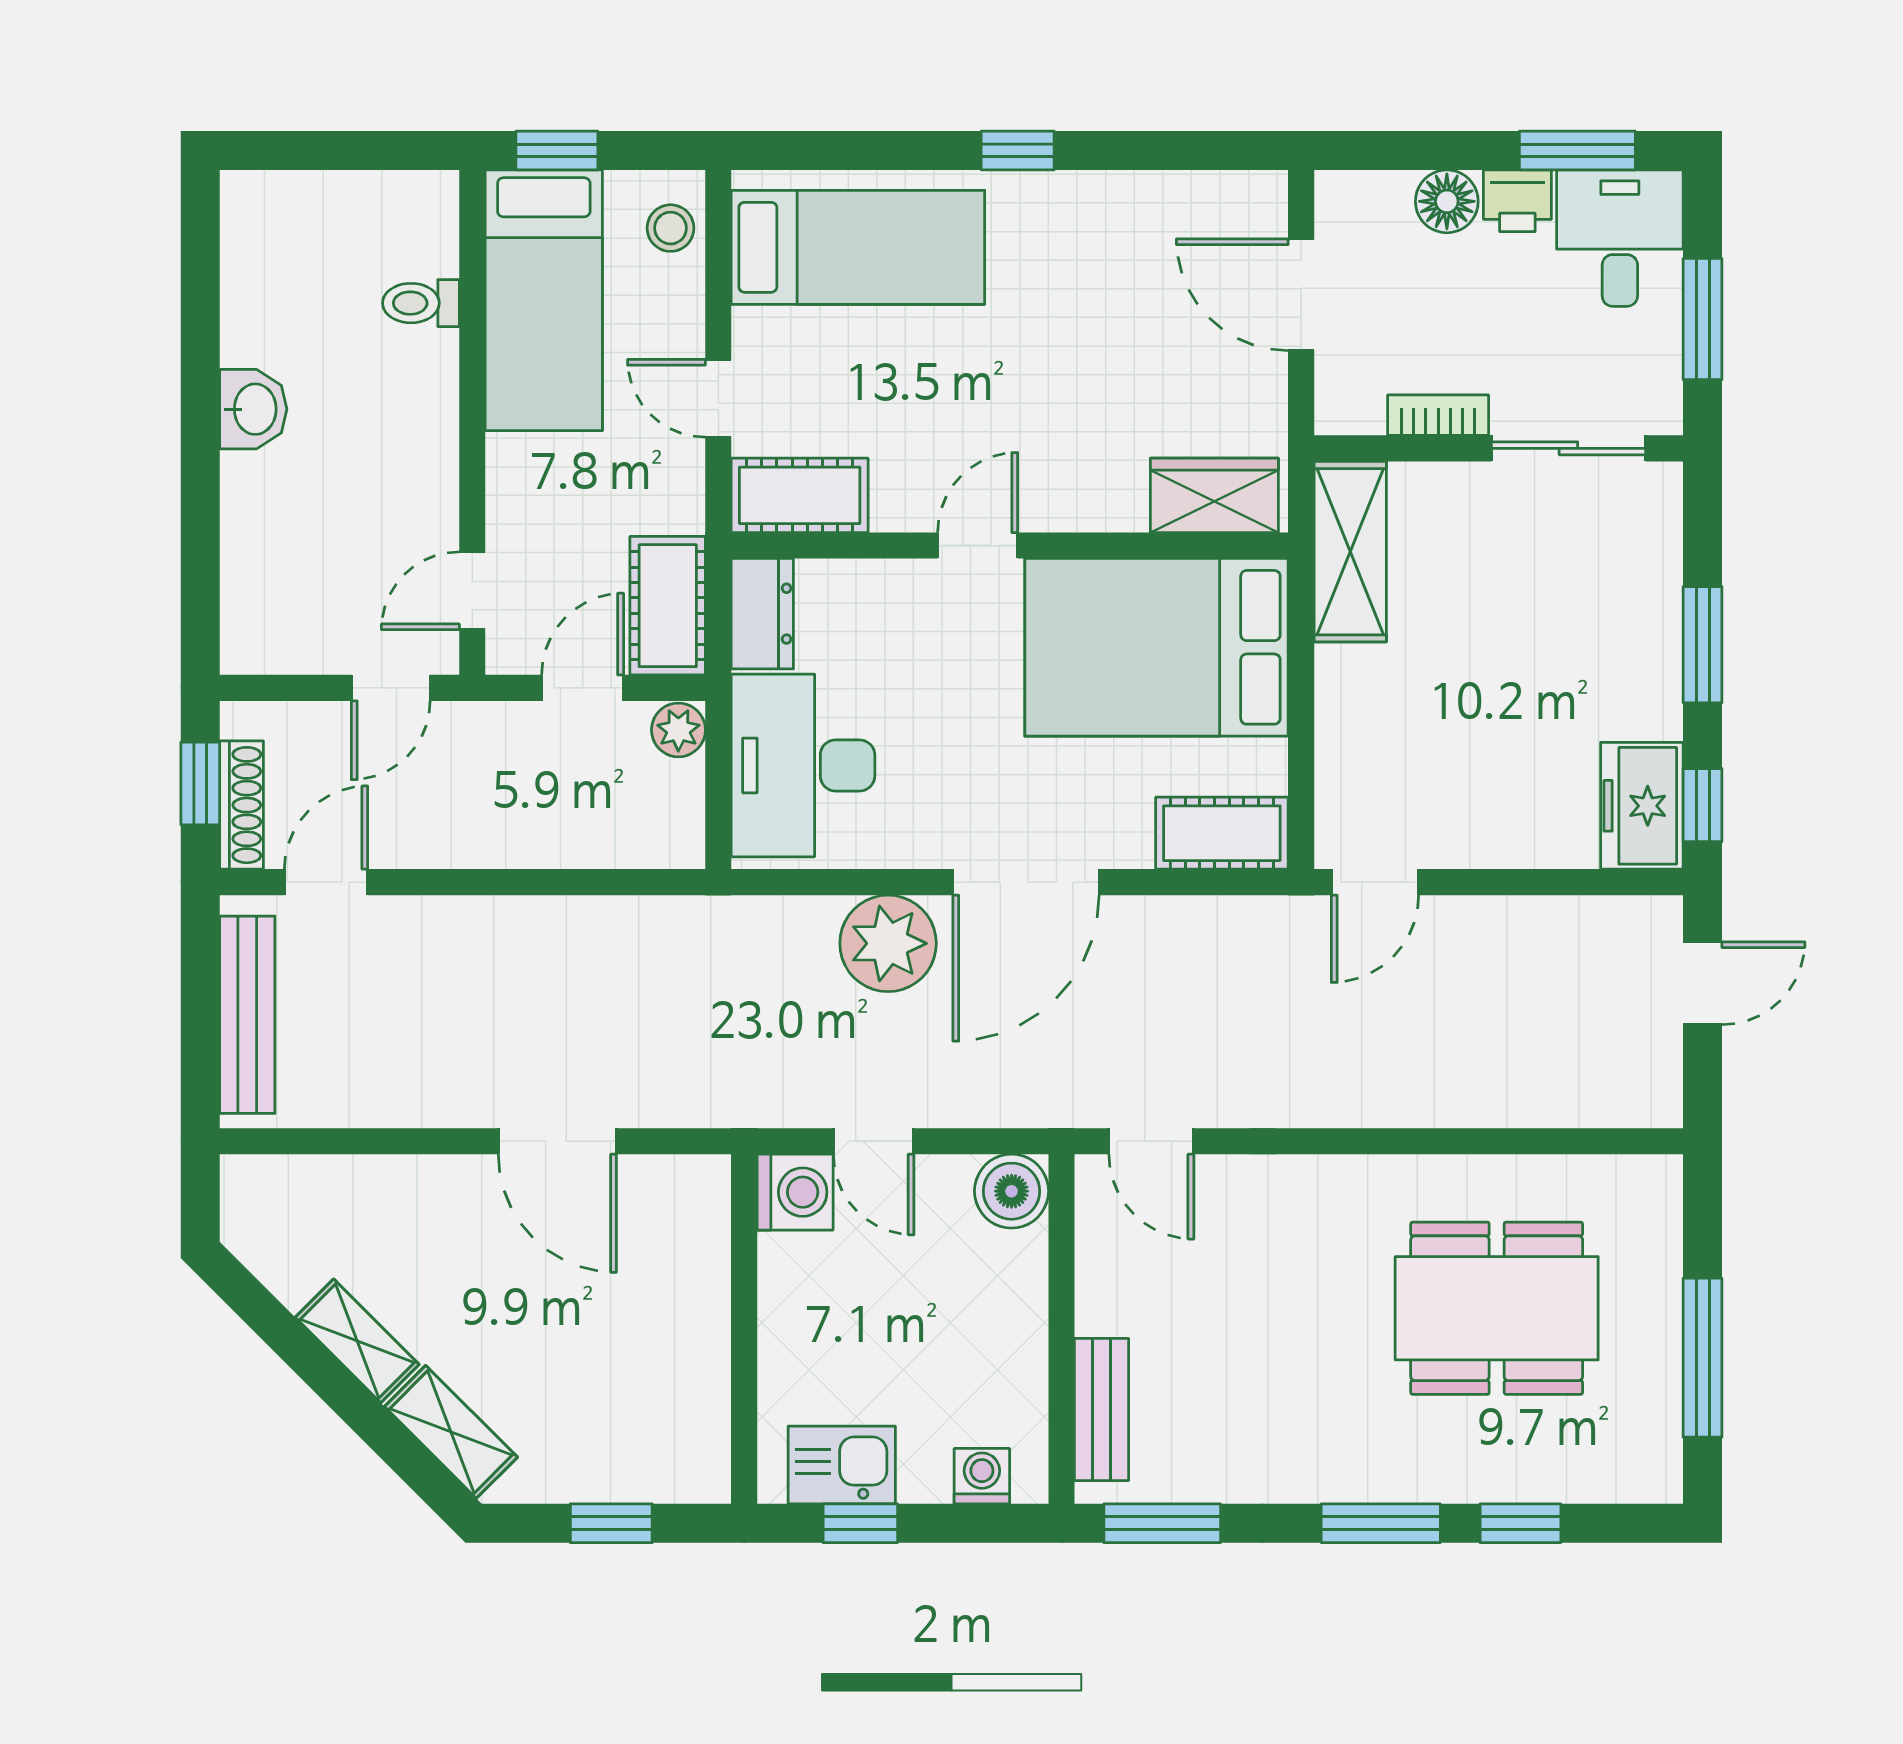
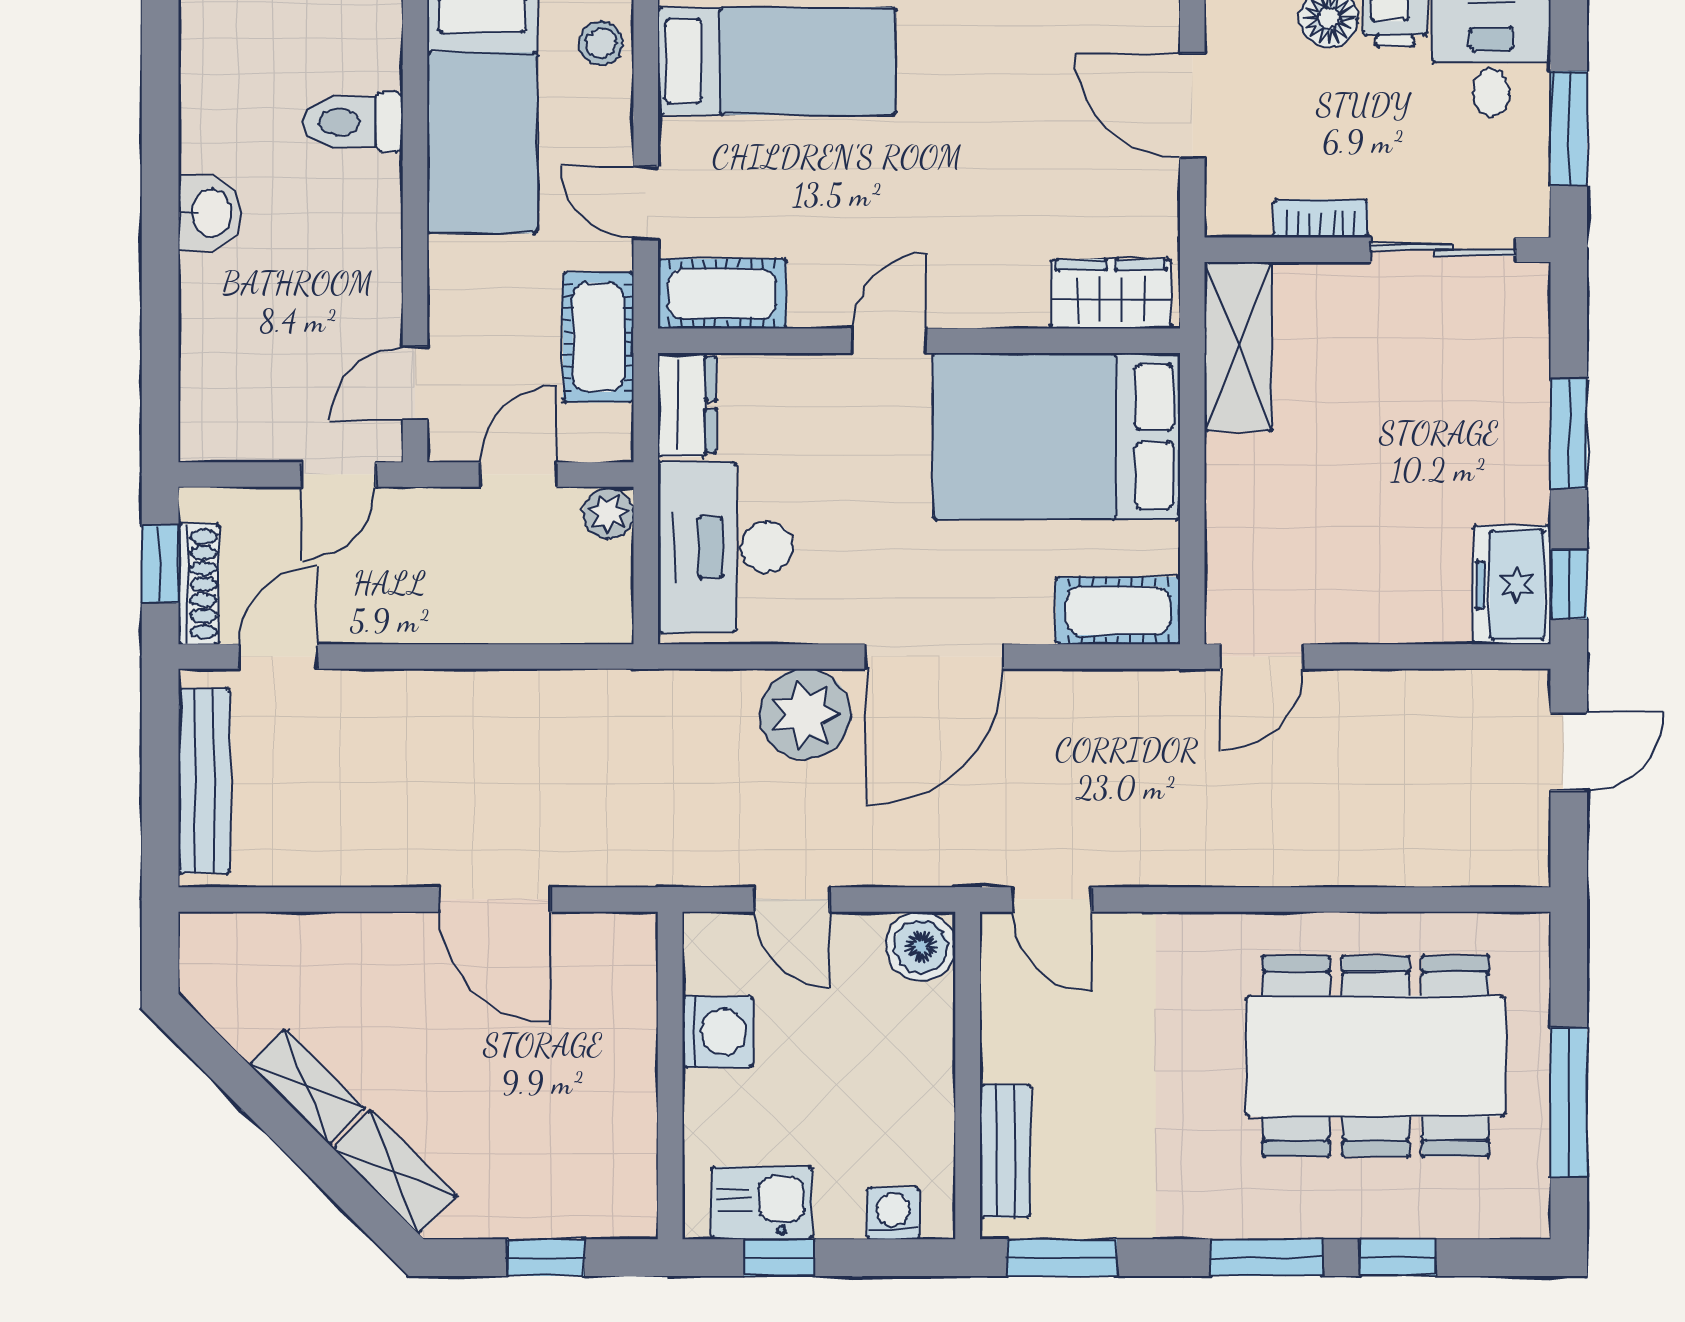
toilet: (421, 303) -> (353, 122), width x1.37, depth x1.39
cot: (668, 606) -> (598, 337), moved
washing machine: (795, 1192) -> (718, 1032), moved
dining table: (1497, 1308) -> (1376, 1056), width x1.36, depth x1.24

